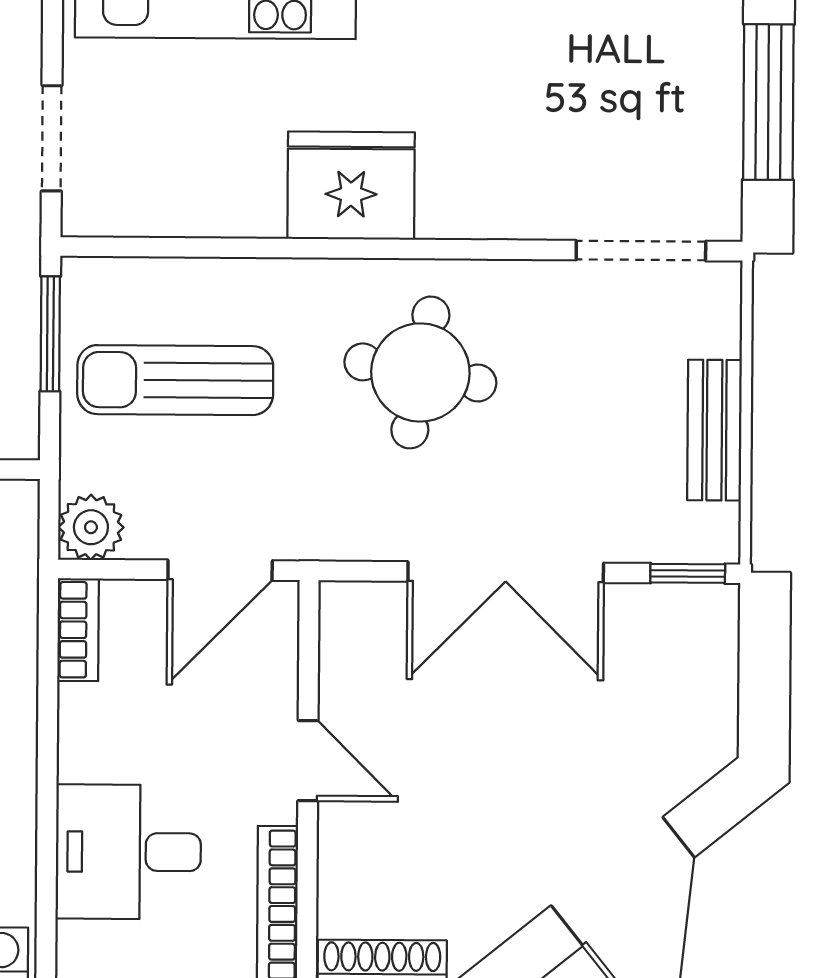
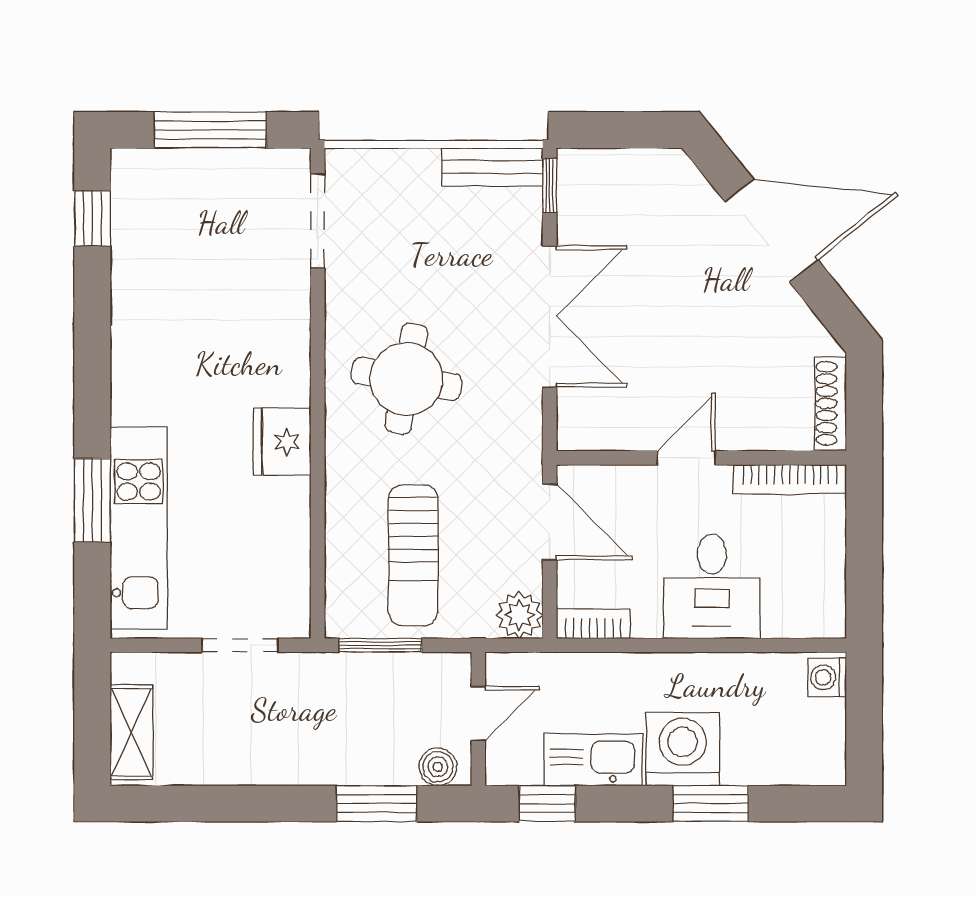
fridge: (351, 186) -> (282, 442), width x0.73, depth x0.75
bench: (714, 430) -> (492, 167), moved
desk: (128, 852) -> (712, 586), moved

